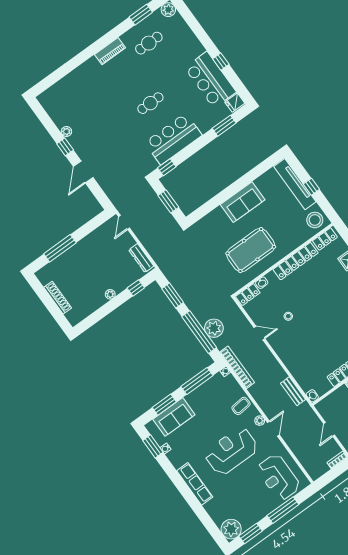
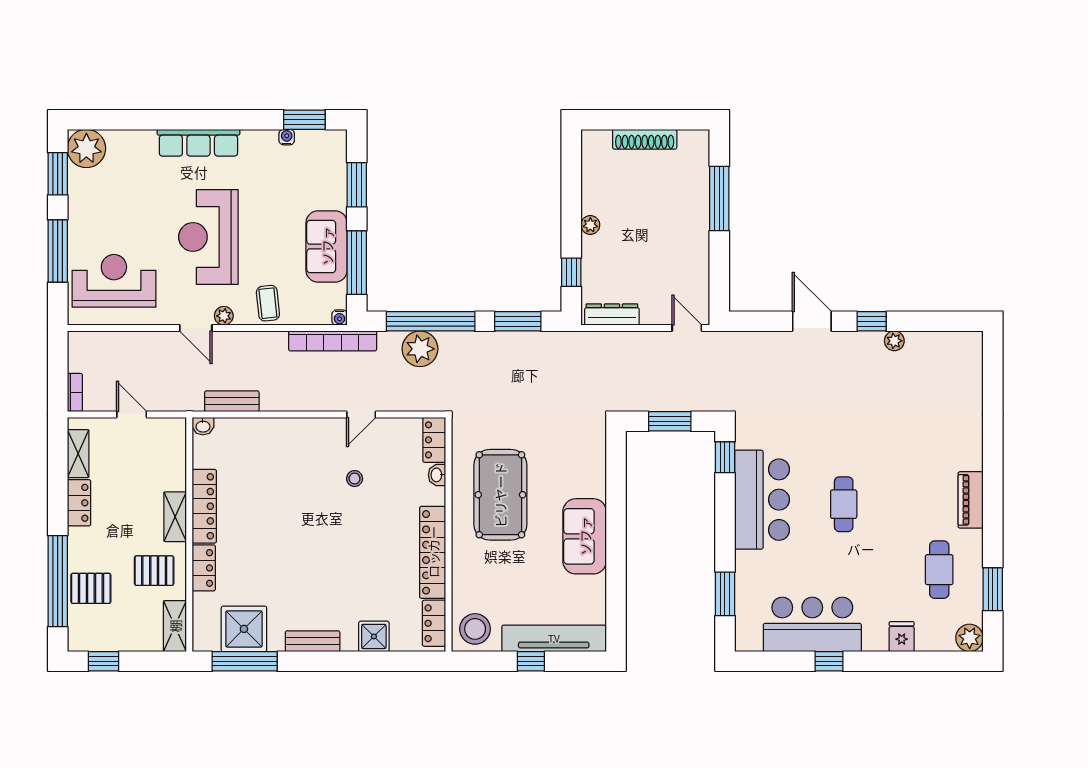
fridge: (235, 103) -> (902, 637), moved
sofa: (174, 417) -> (327, 246), moved
reception desk: (231, 451) -> (208, 237), turned 180

